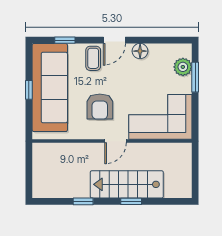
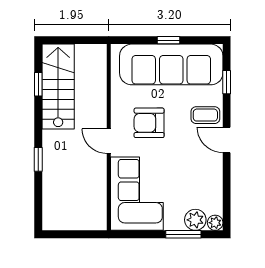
plant: (185, 50) -> (215, 223), added
floor lamp: (140, 51) -> (214, 170), removed
stairs: (127, 184) -> (58, 87), moved
window: (83, 201) -> (38, 84), moved

